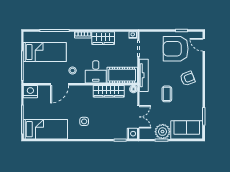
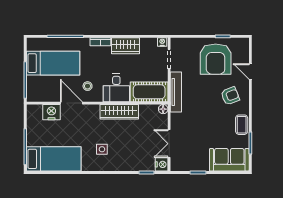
door: (204, 45) -> (250, 72), moved
armchair: (176, 49) -> (216, 59), turned -90
door: (60, 84) -> (71, 103), swing flipped
wardrobe: (109, 91) -> (119, 112), moved
nightstand: (30, 92) -> (51, 112), moved
coffee table: (167, 94) -> (242, 125), moved
double door: (138, 117) -> (169, 144), swing flipped
plant: (163, 132) -> (199, 162), removed

